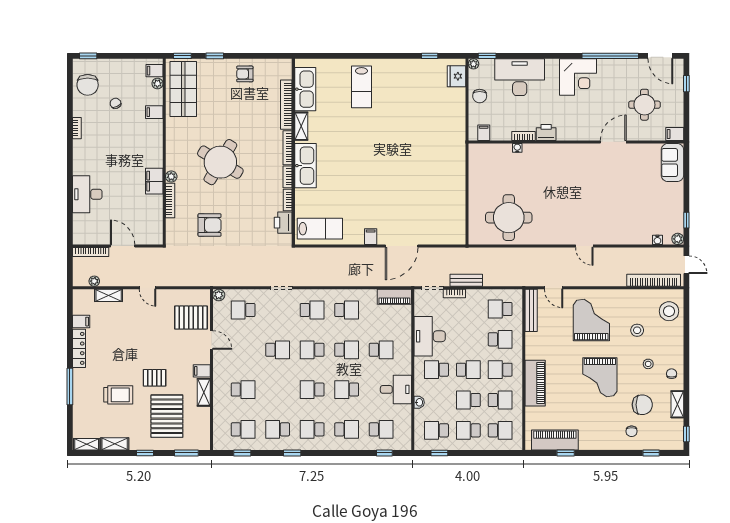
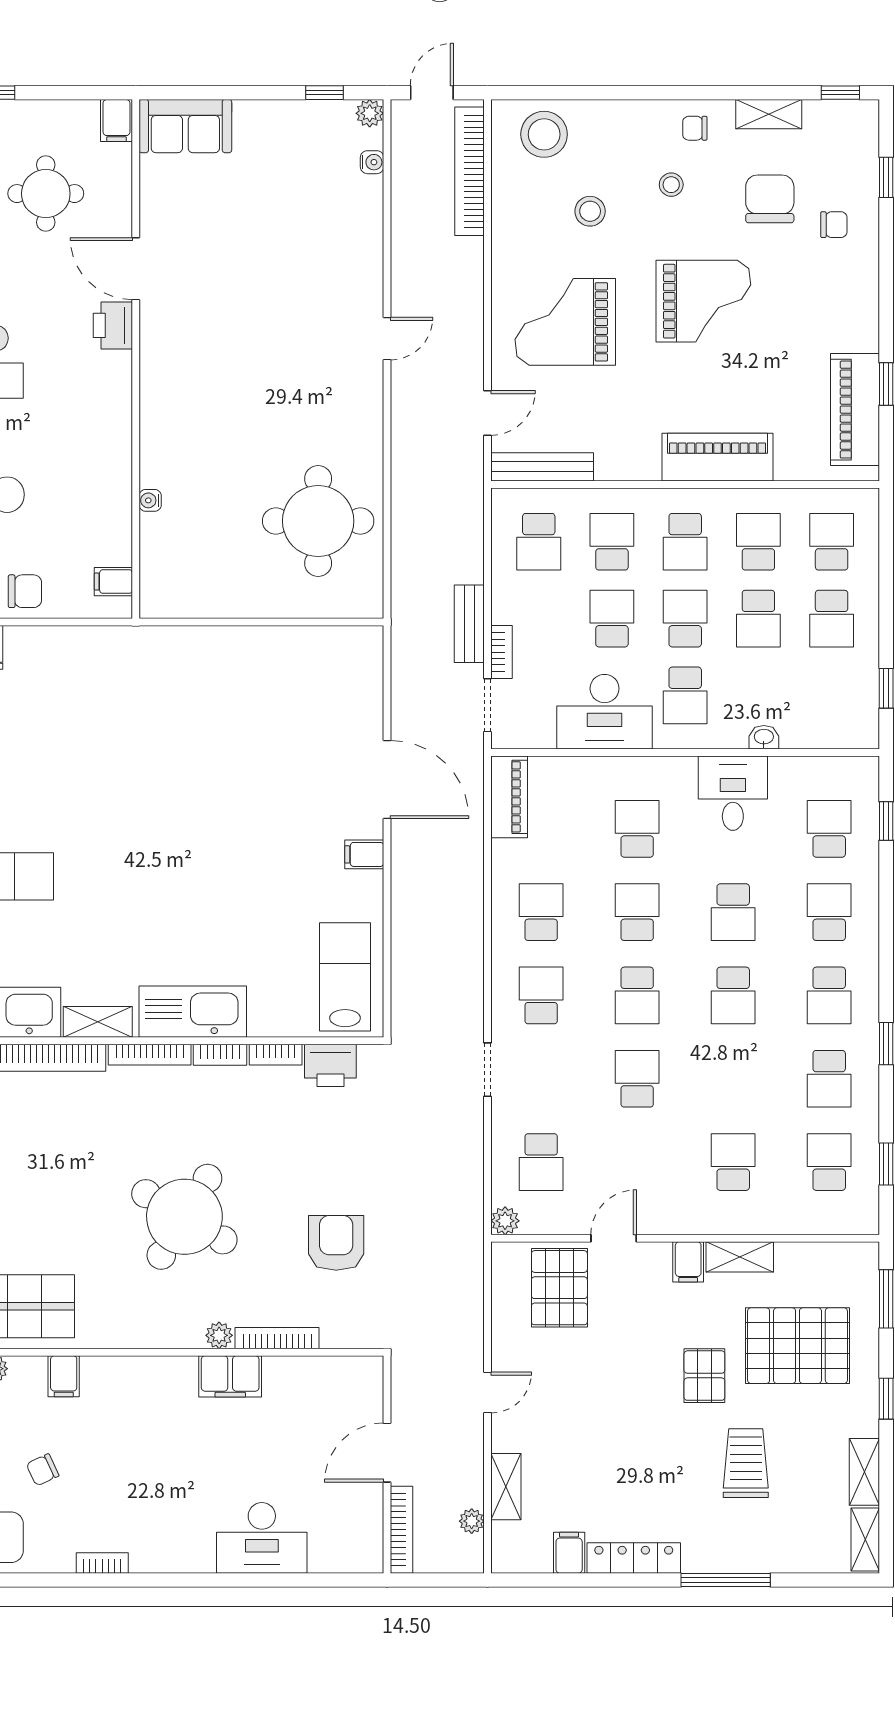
printer: (546, 132) -> (113, 325), moved
bookcase: (524, 136) -> (121, 485), removed
school desk: (436, 430) -> (612, 619), moved, turned 180

